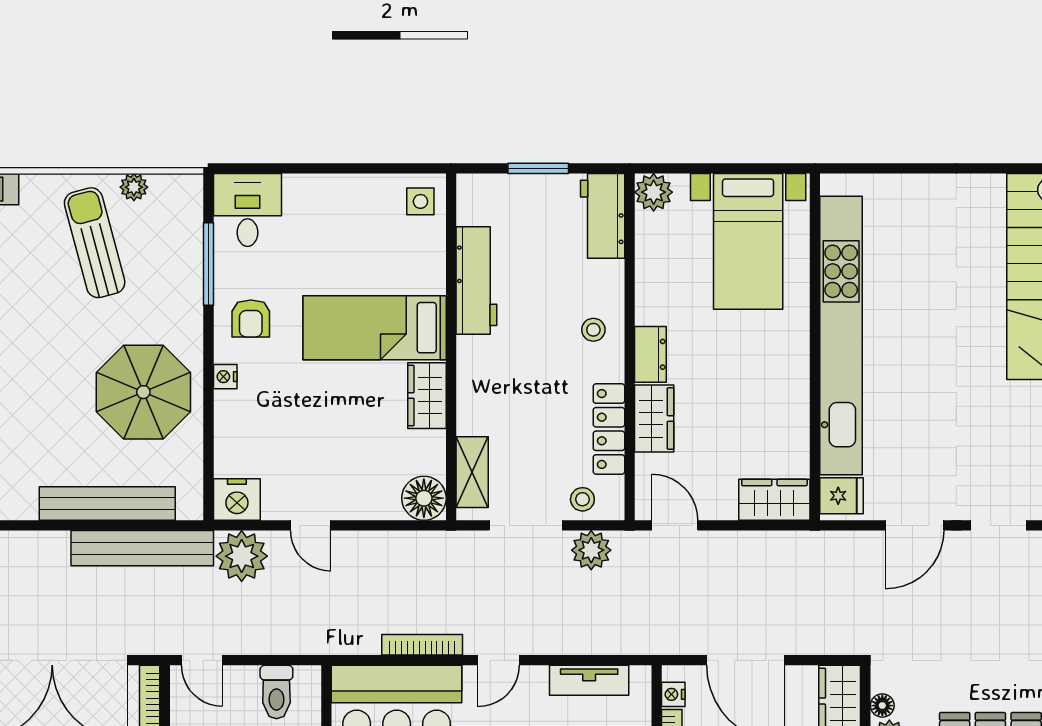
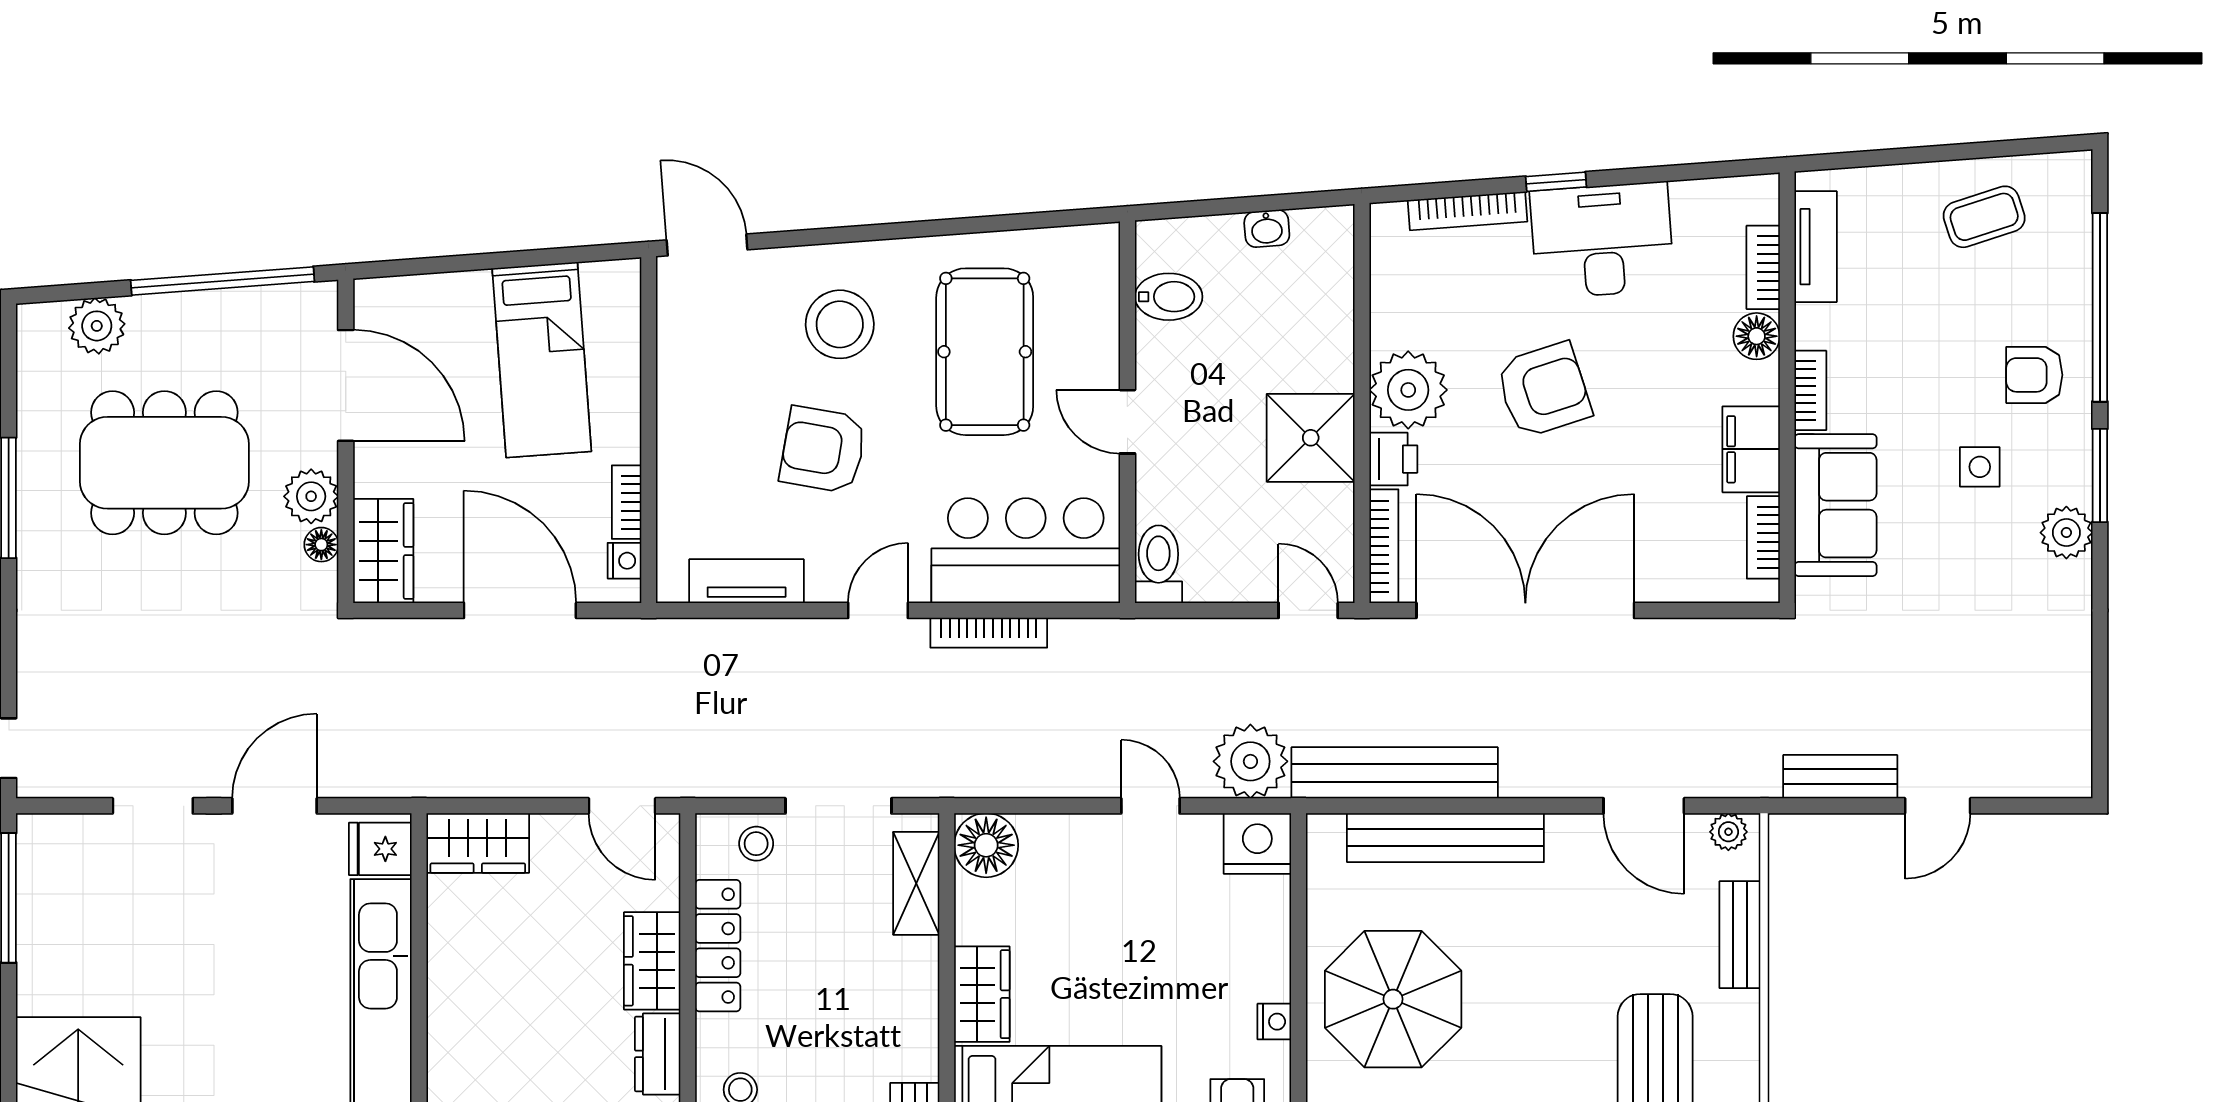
plant: (591, 550) -> (743, 770), removed
toilet: (276, 692) -> (1158, 564), moved

